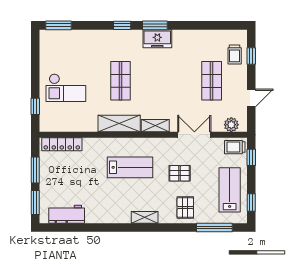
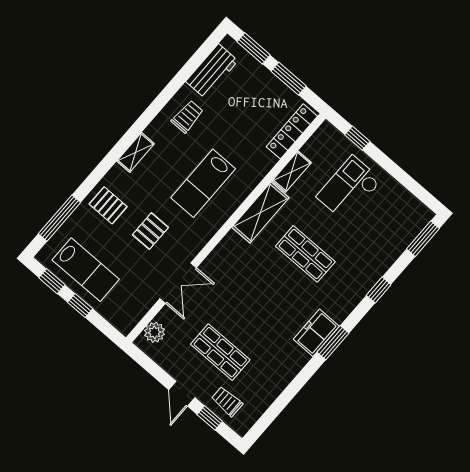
window: (122, 25) -> (379, 290), moved
door: (251, 98) -> (182, 394), moved
shelving: (155, 126) -> (292, 172), moved
trolley: (235, 147) -> (187, 116), moved
window: (251, 157) -> (80, 306), moved

